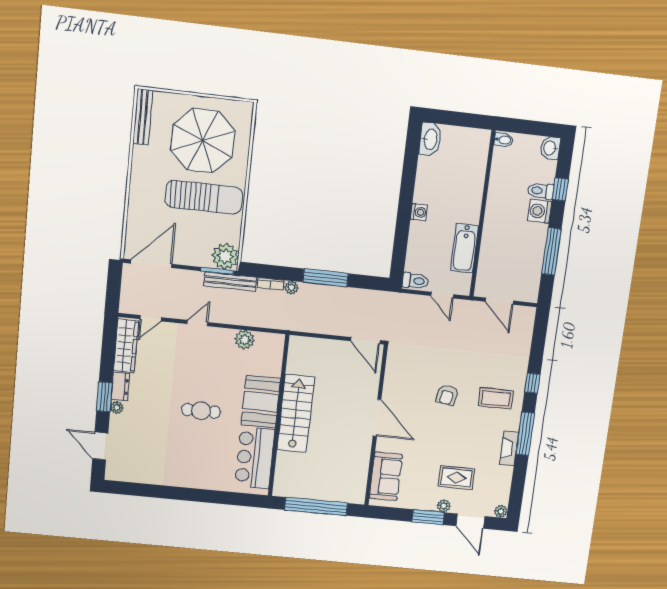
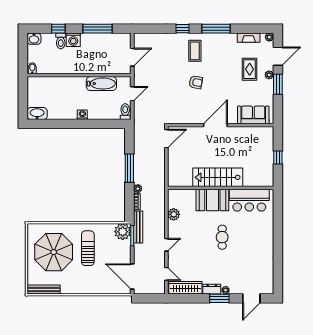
sun lounger: (204, 197) -> (88, 248), width x0.73, depth x0.75
door: (197, 323) -> (166, 245), swing flipped
fireplace: (509, 448) -> (249, 38), moved
window: (316, 506) -> (278, 158), width x0.32

